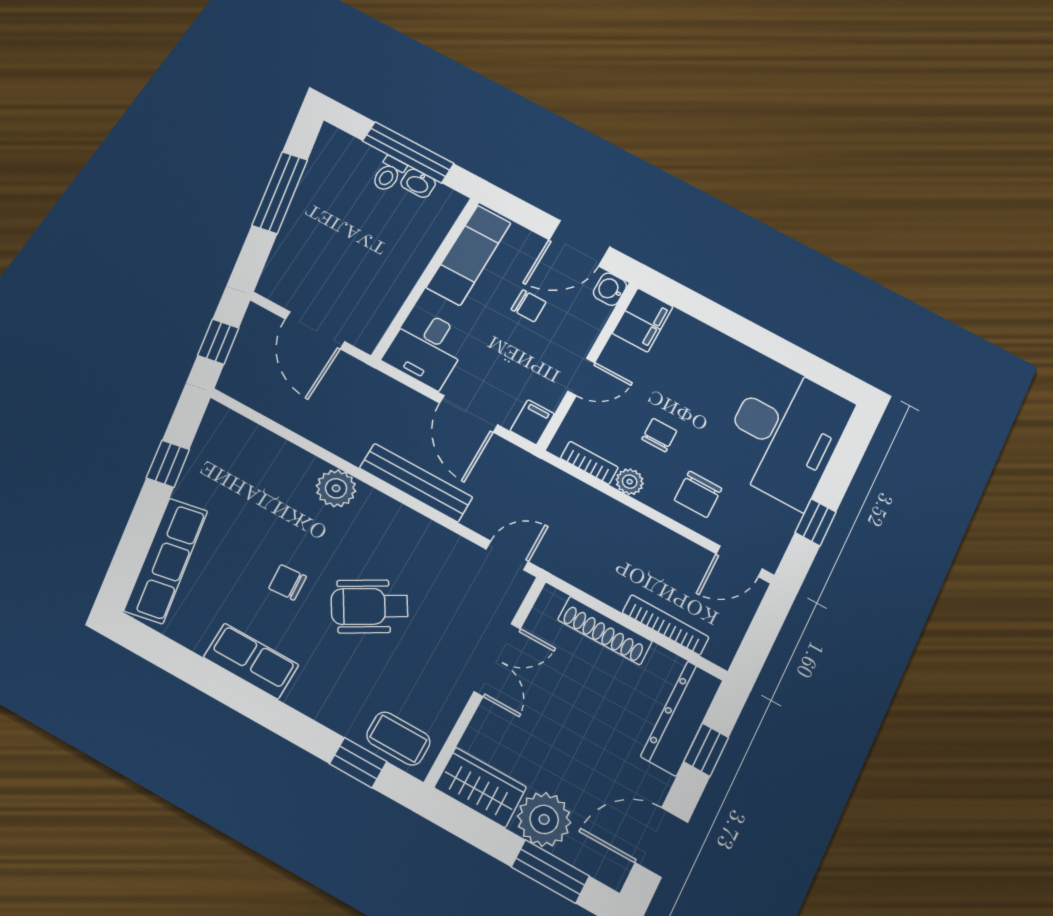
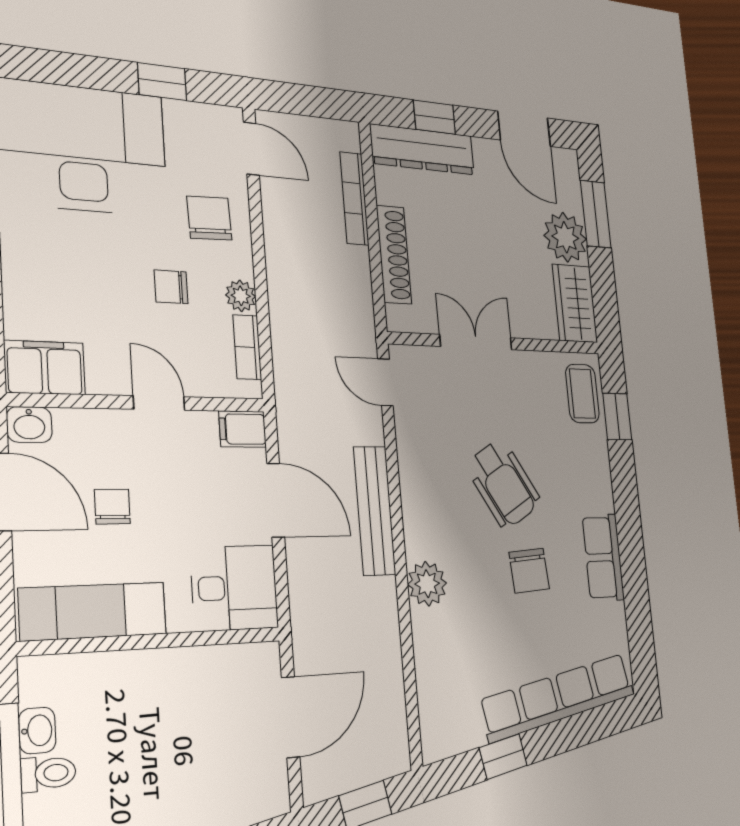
door: (468, 414) -> (276, 500), hinge flipped
chair: (698, 494) -> (209, 218), turned -92
row of seats: (166, 560) -> (558, 697), width x1.36
chair: (288, 582) -> (529, 571), width x1.37, depth x1.37

